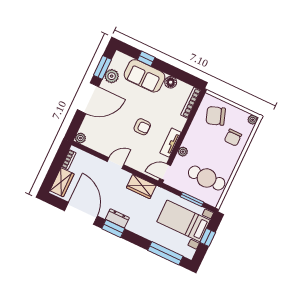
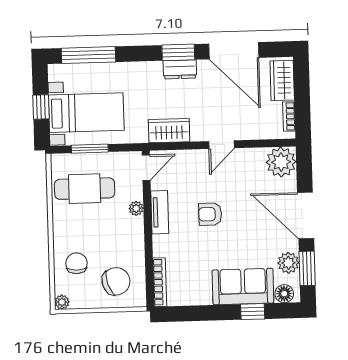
floor lamp: (171, 82) -> (284, 294), moved
door: (88, 98) -> (306, 216), hinge flipped
plant: (80, 138) -> (281, 162), width x1.88, depth x1.88

